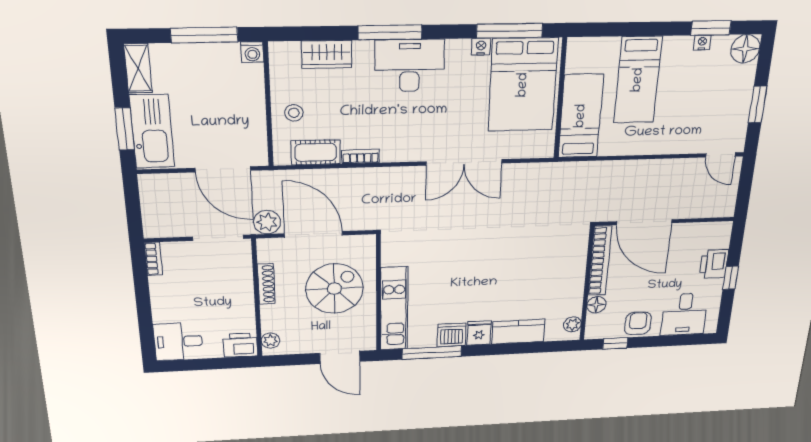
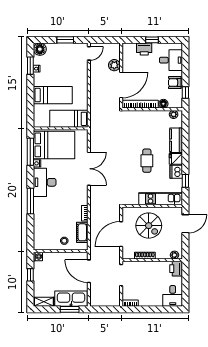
window: (204, 35) -> (30, 275), width x0.46
wardrobe: (327, 54) -> (39, 227), removed
desk: (410, 66) -> (45, 182), moved
door: (223, 169) -> (89, 271), swing flipped
plant: (267, 222) -> (114, 65), moved
cafe table: (478, 279) -> (147, 161), added
spiral stairs: (334, 289) -> (149, 226), turned 180
window: (432, 353) -> (185, 181), width x0.46

